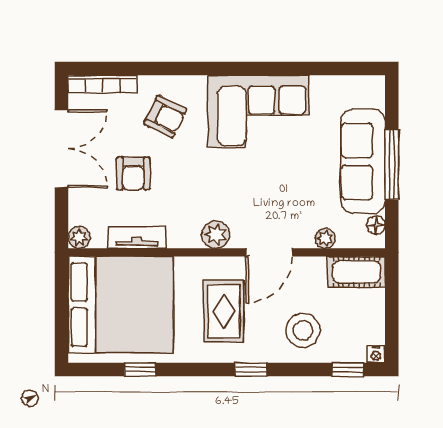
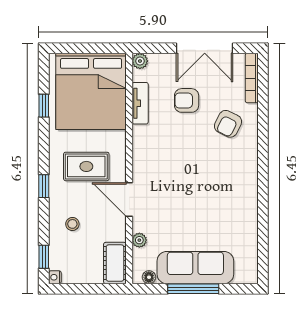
corner sofa: (258, 111) -> (232, 191), removed
plant: (216, 234) -> (142, 161), removed
stool: (303, 330) -> (72, 224), width x0.53, depth x0.53

